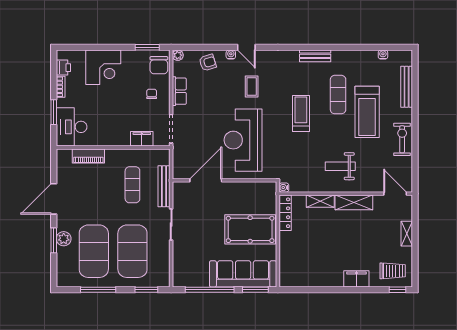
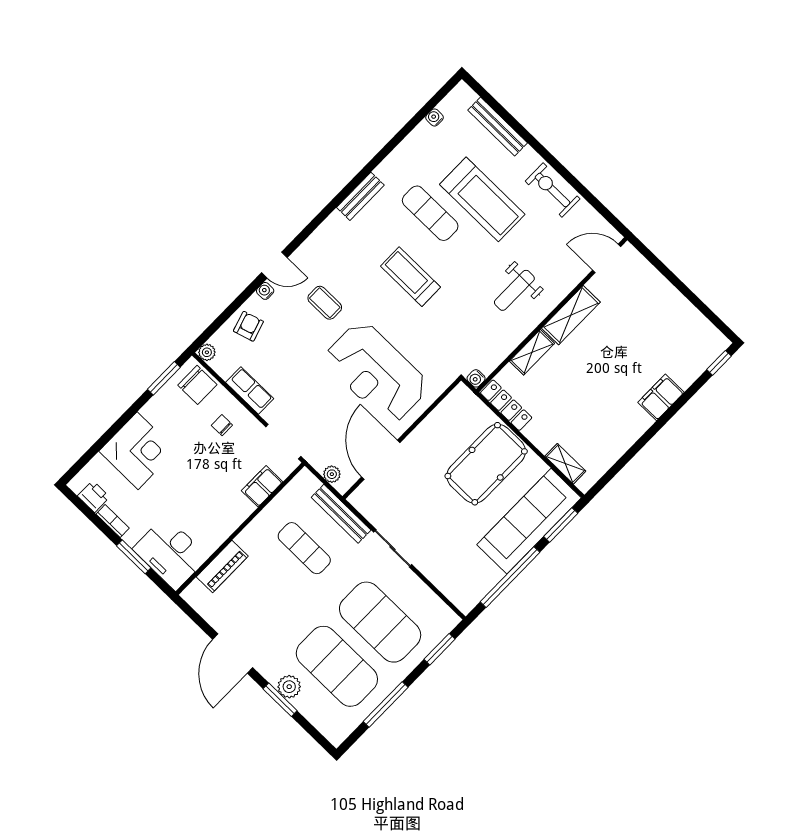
plant: (178, 165) -> (332, 474), added
shelving: (407, 234) -> (565, 464), moved
trolley: (393, 271) -> (692, 347), removed

